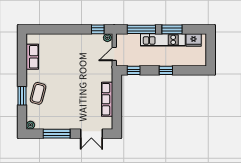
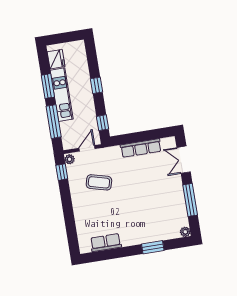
door: (114, 54) -> (87, 148), swing flipped
coffee table: (38, 93) -> (99, 182), moved
double door: (91, 134) -> (184, 160), swing flipped

